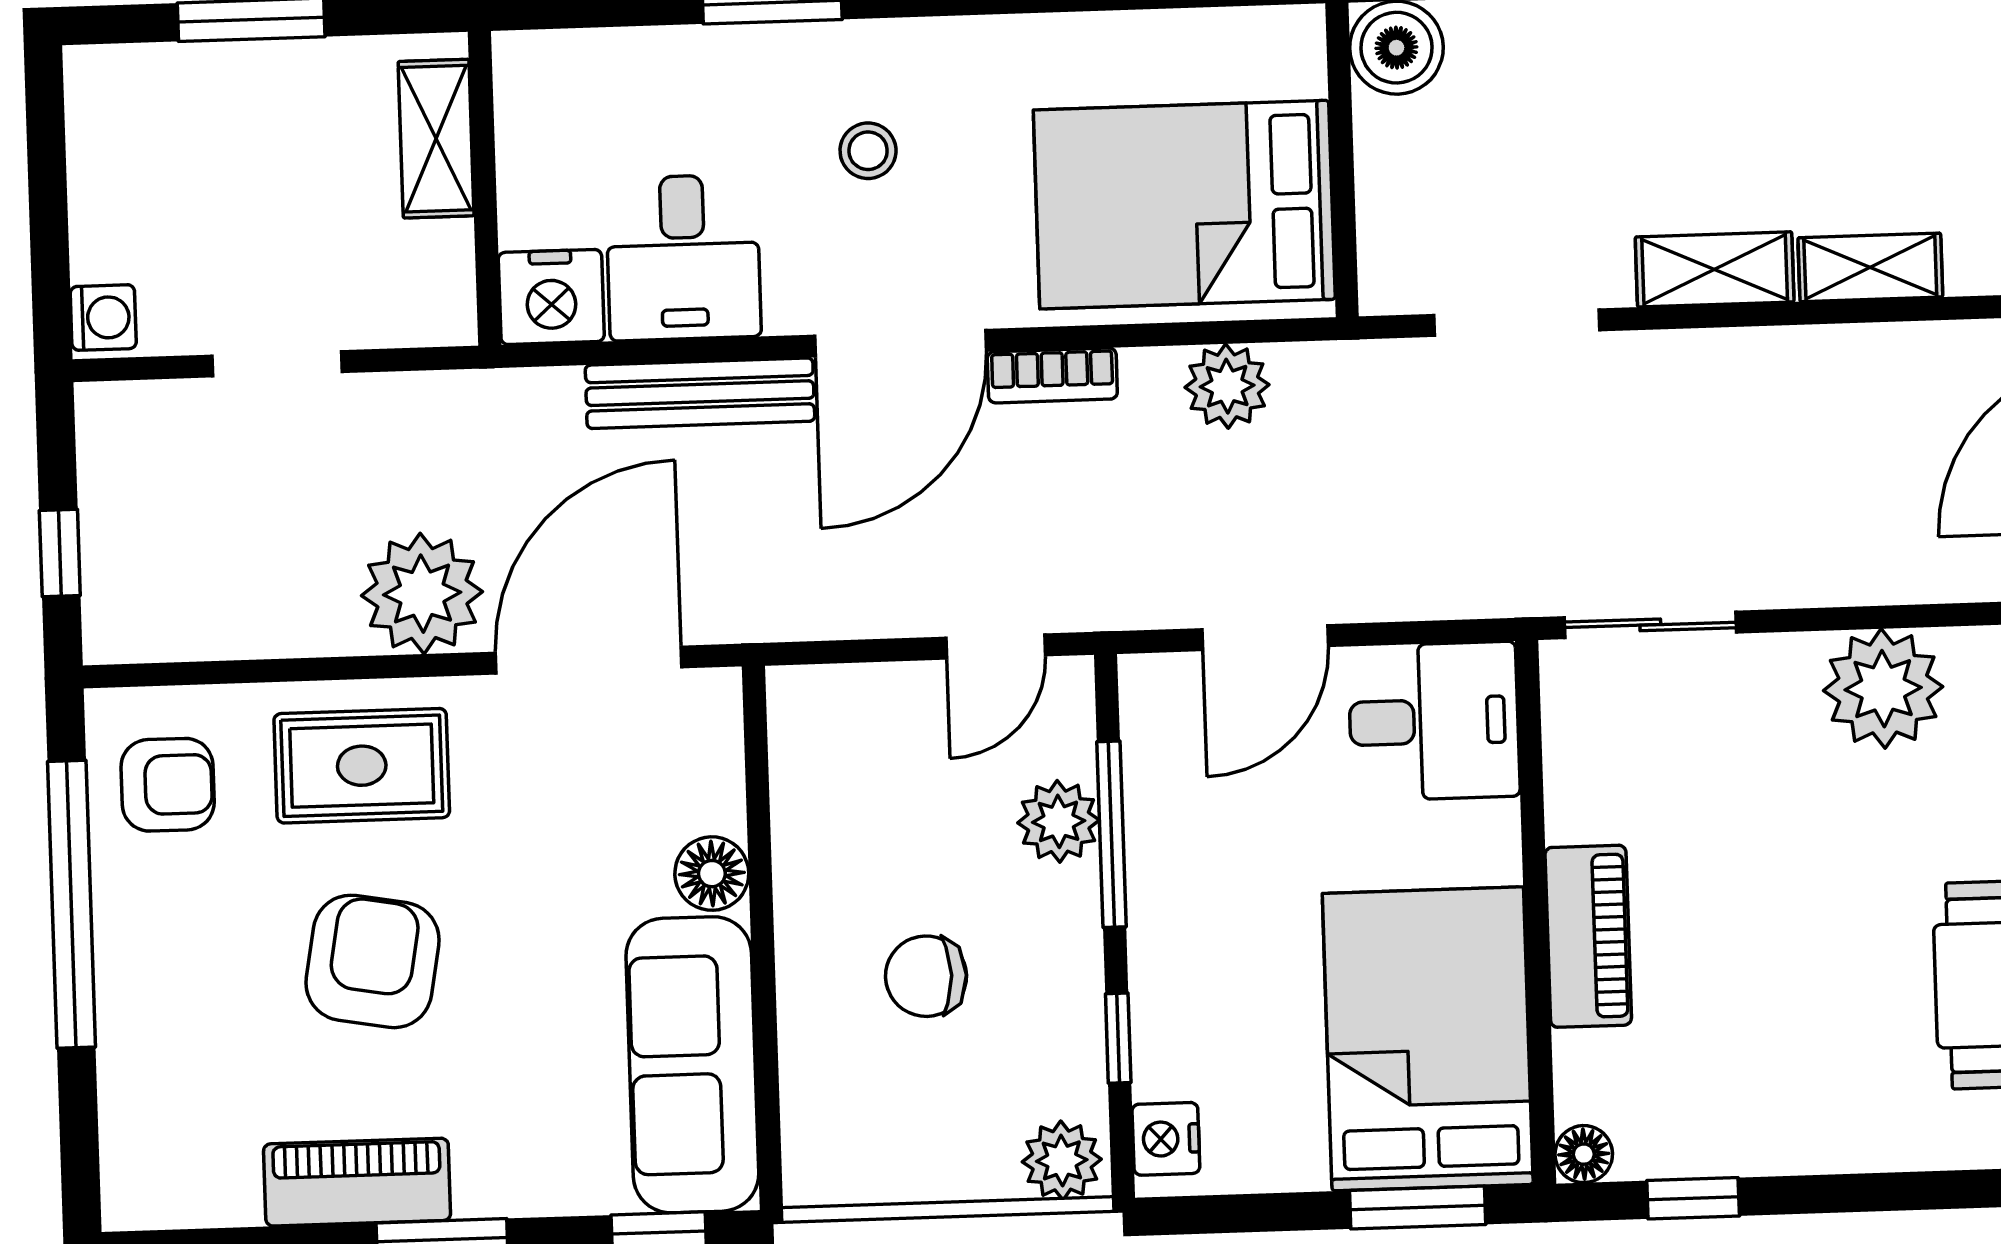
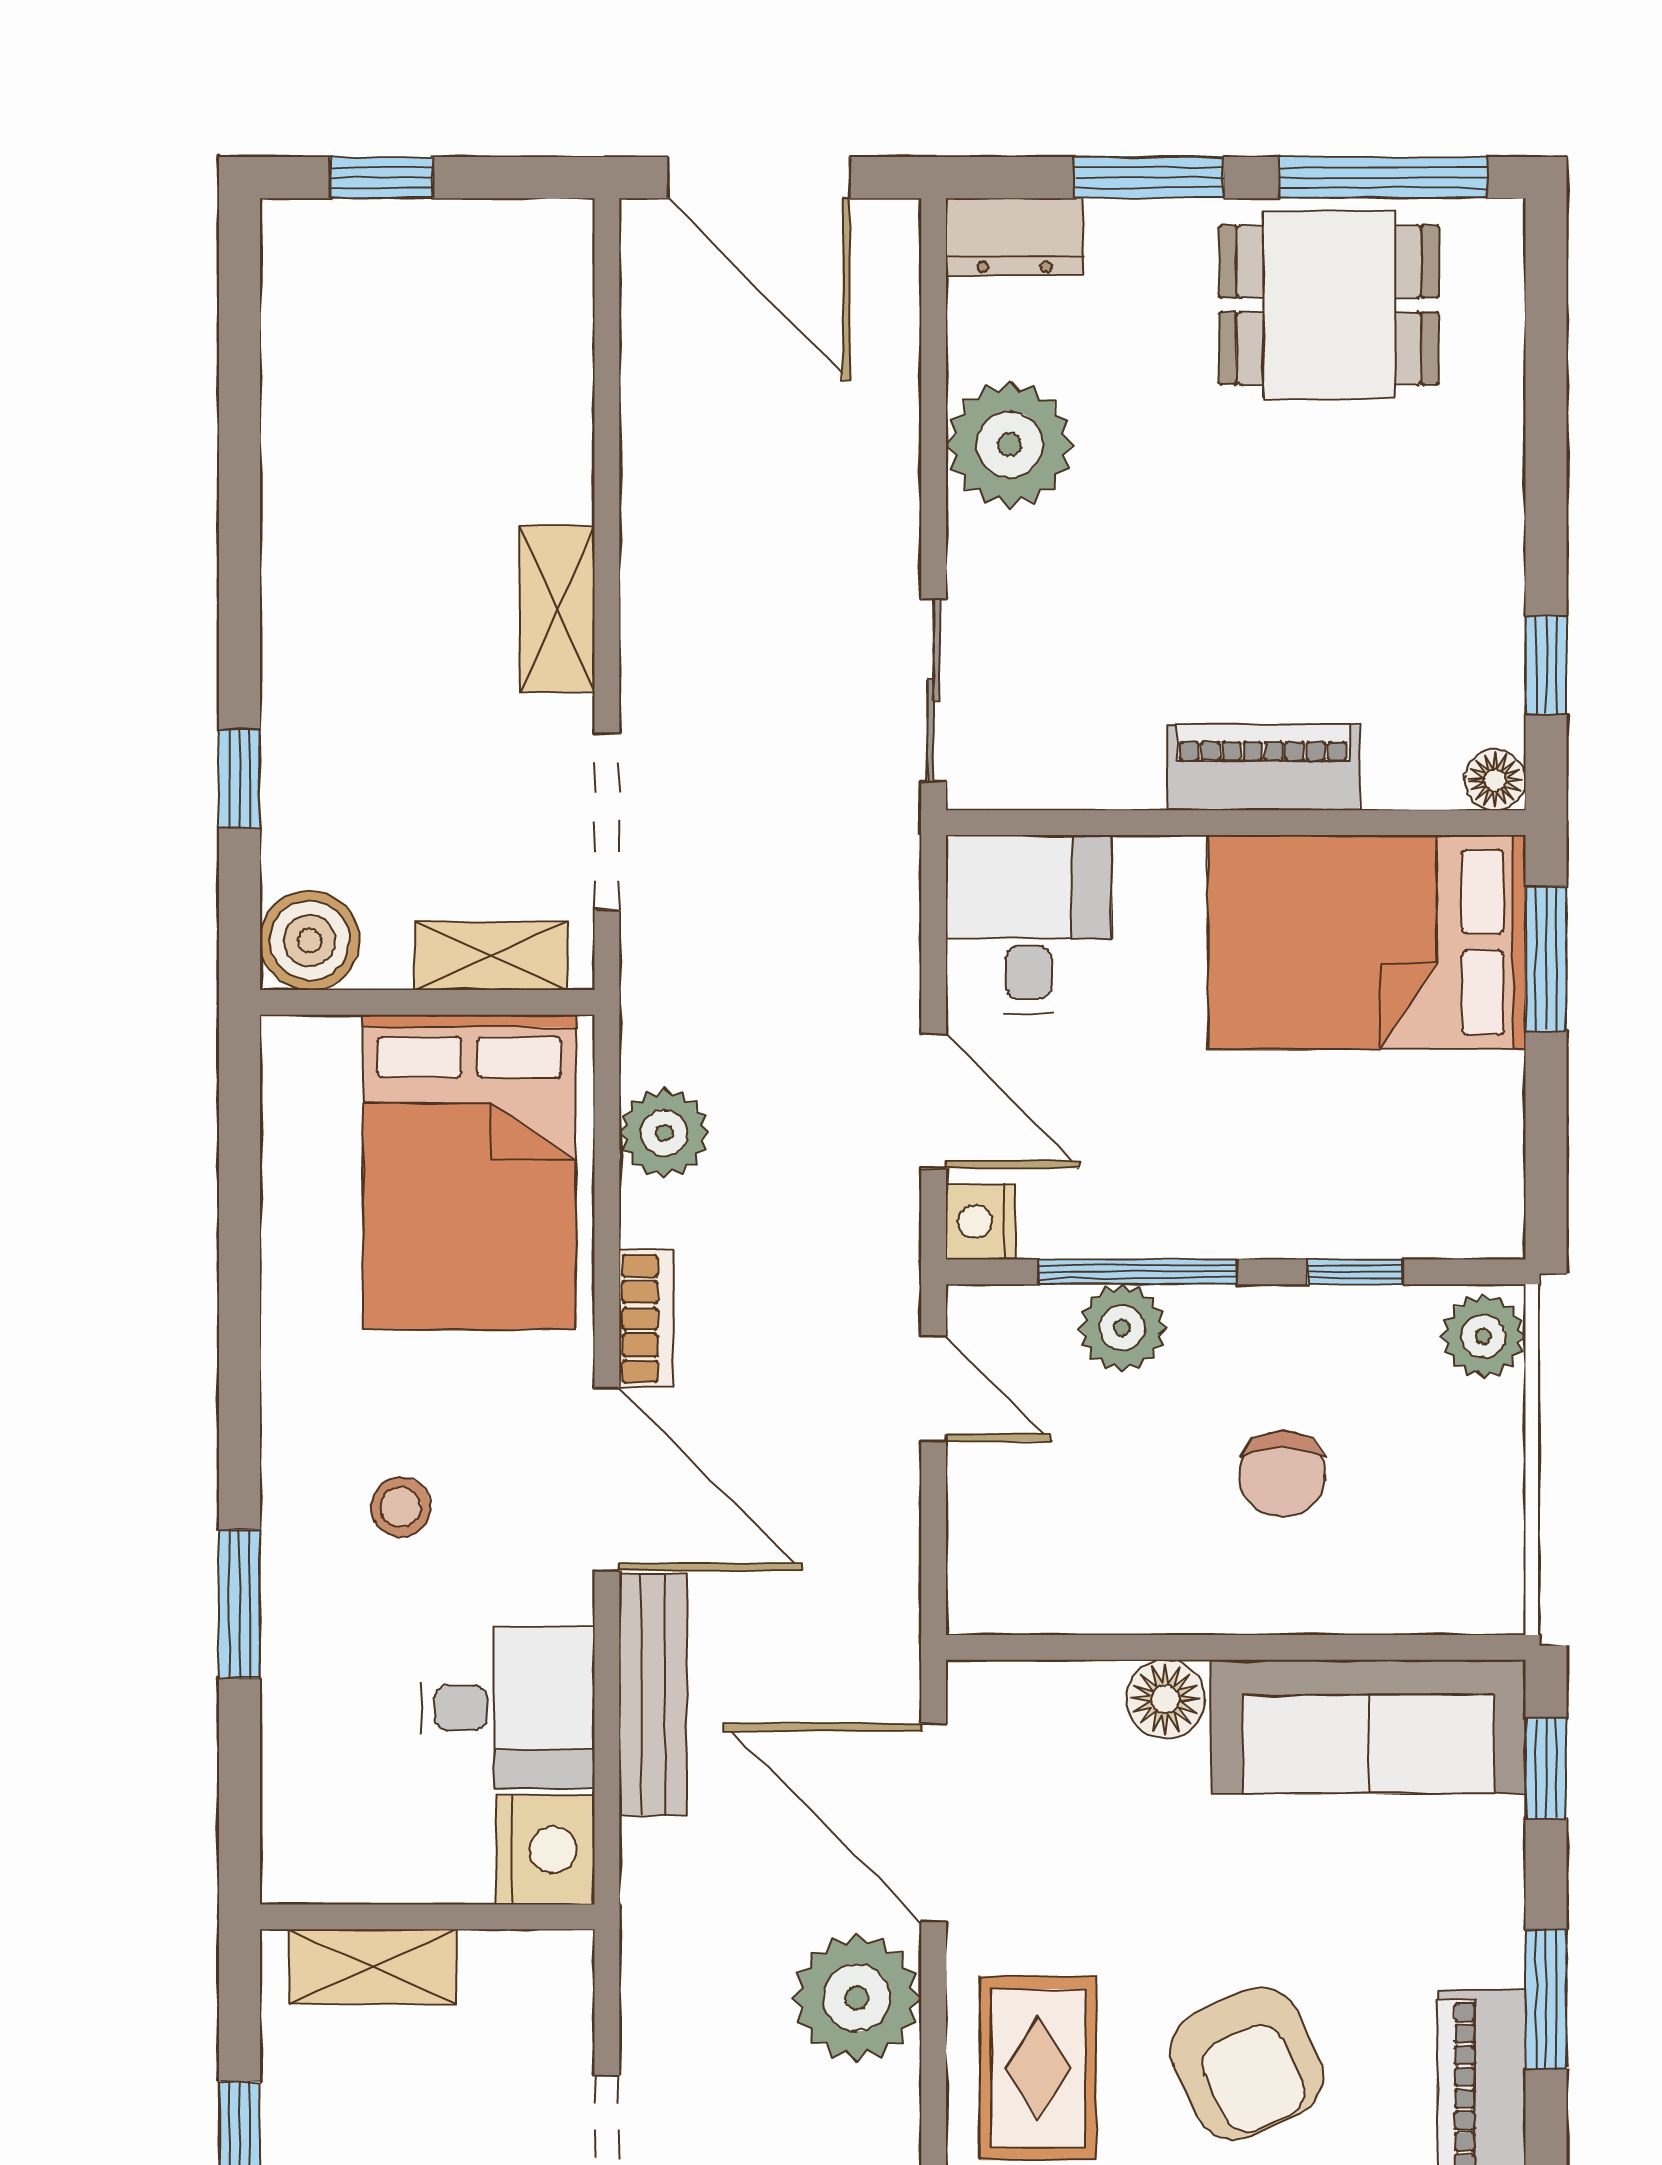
shelving: (1870, 267) -> (491, 956), moved, turned 90
armchair: (372, 961) -> (1247, 2064), turned -125
nightstand: (1166, 1139) -> (981, 1222), moved, turned 90

